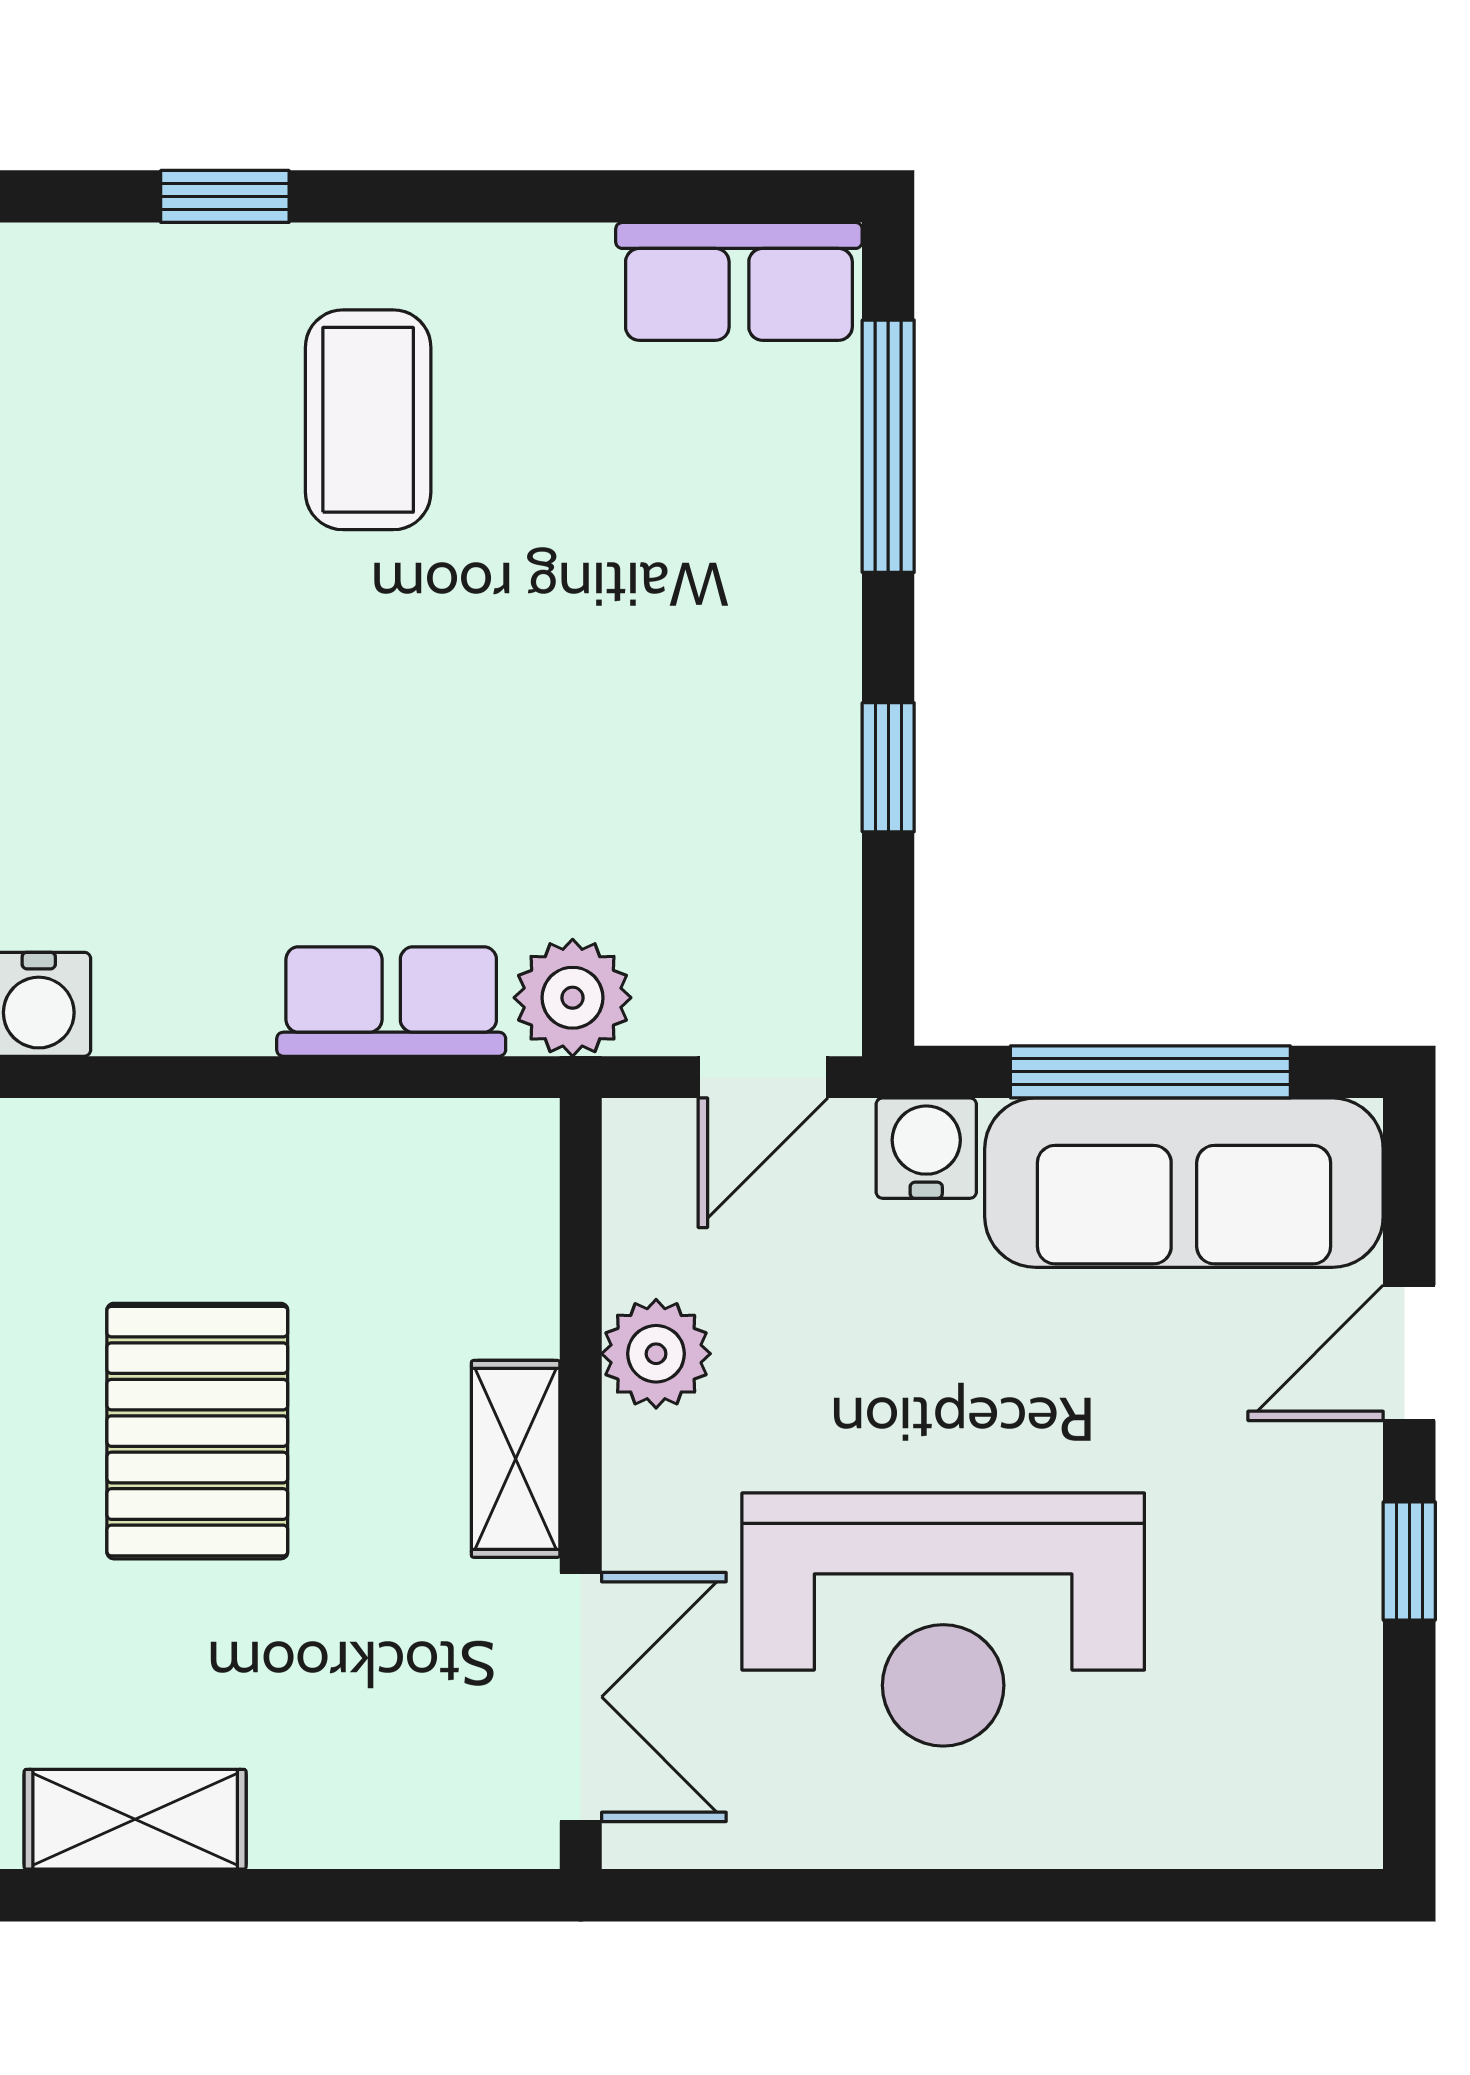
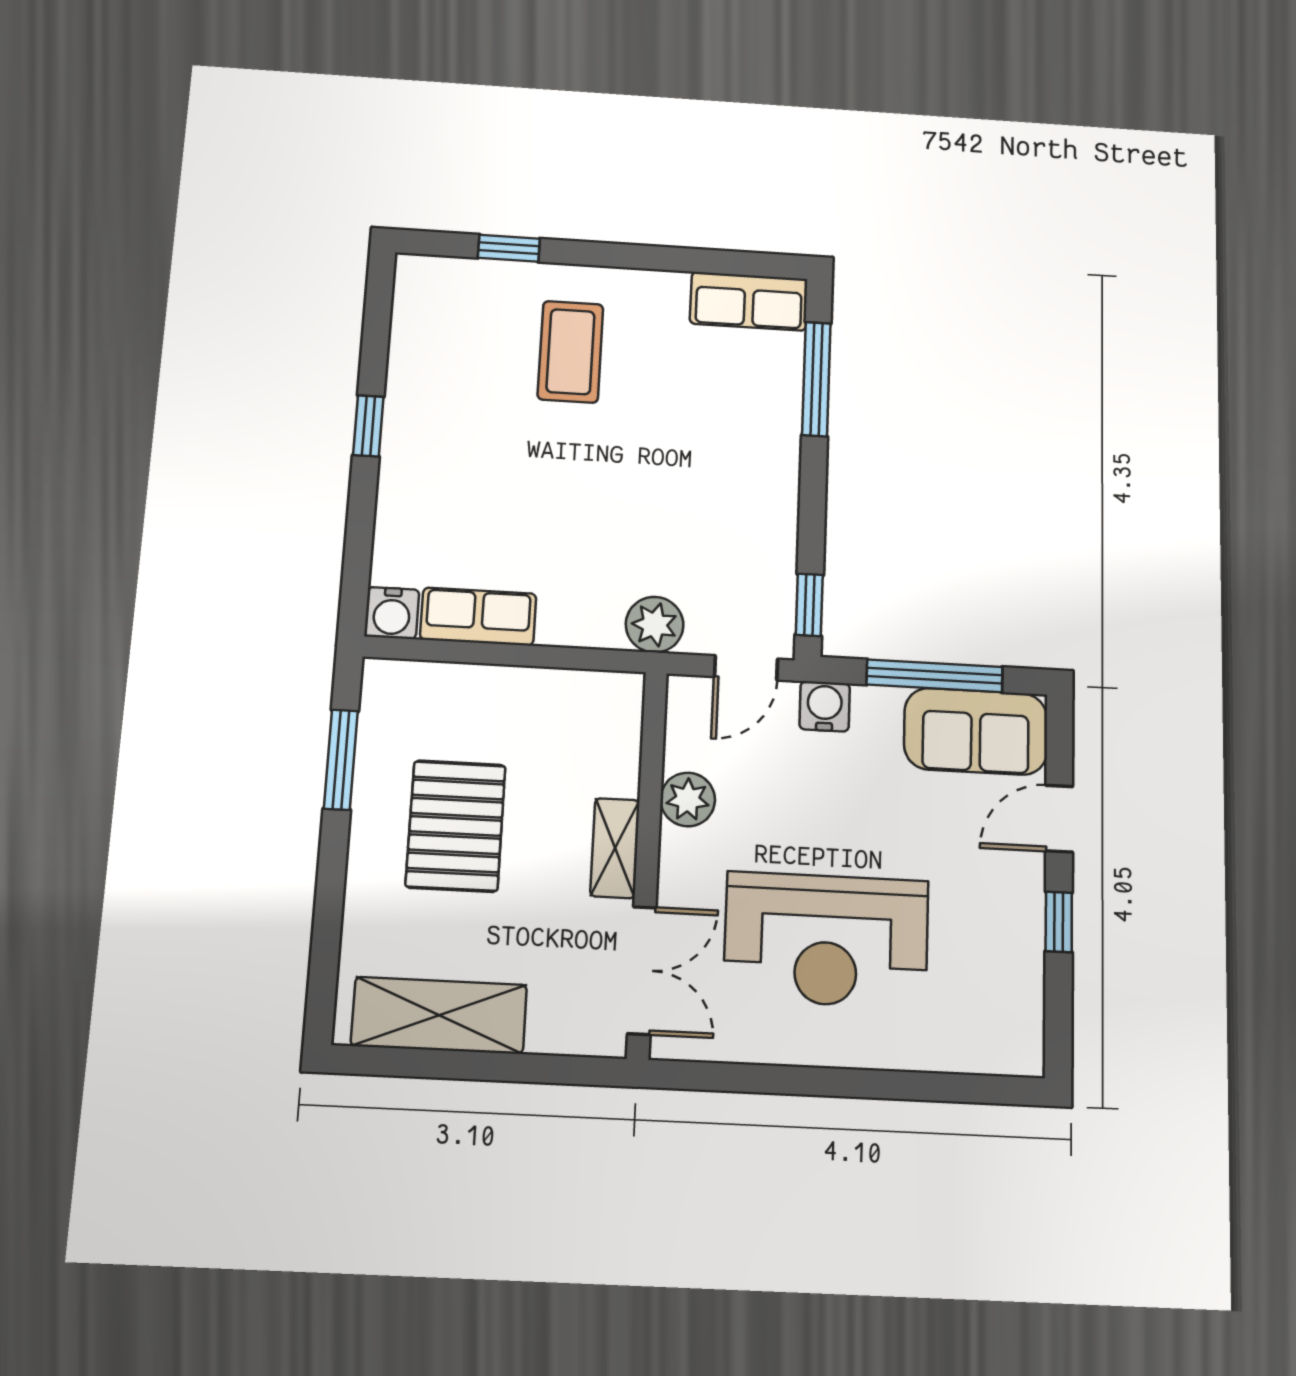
window: (888, 767) -> (809, 605), moved
row of seats: (391, 1002) -> (478, 617), moved
sofa: (1184, 1183) -> (976, 731), width x0.73
shelving: (135, 1819) -> (439, 1015), width x1.50, depth x1.33

